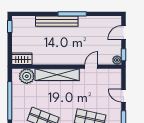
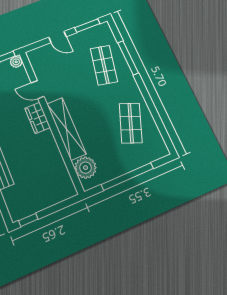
wardrobe: (22, 59) -> (38, 118), moved
door: (123, 96) -> (57, 37), hinge flipped

